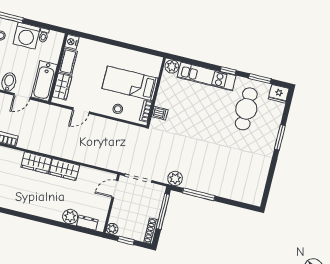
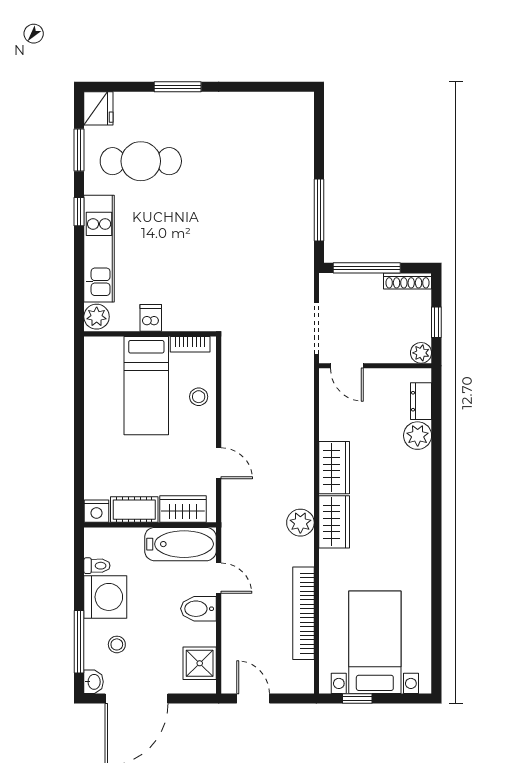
dishwasher: (160, 113) -> (151, 318), moved
plant: (175, 178) -> (300, 523), moved

